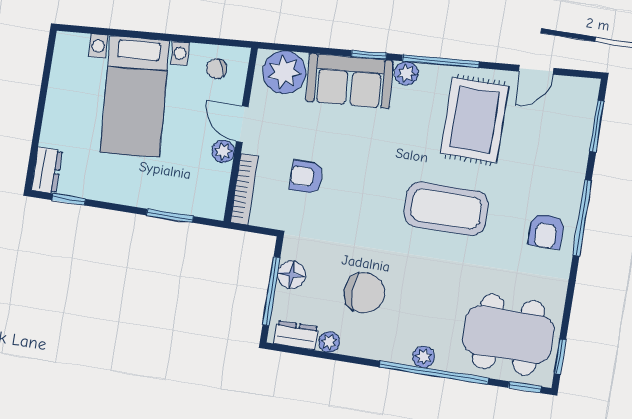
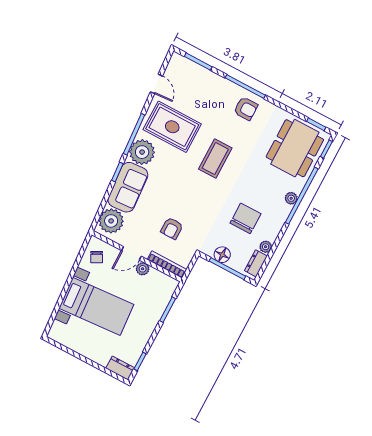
plant: (406, 73) -> (142, 152), width x1.87, depth x1.87
coffee table: (446, 209) -> (215, 159), width x0.73, depth x0.76

